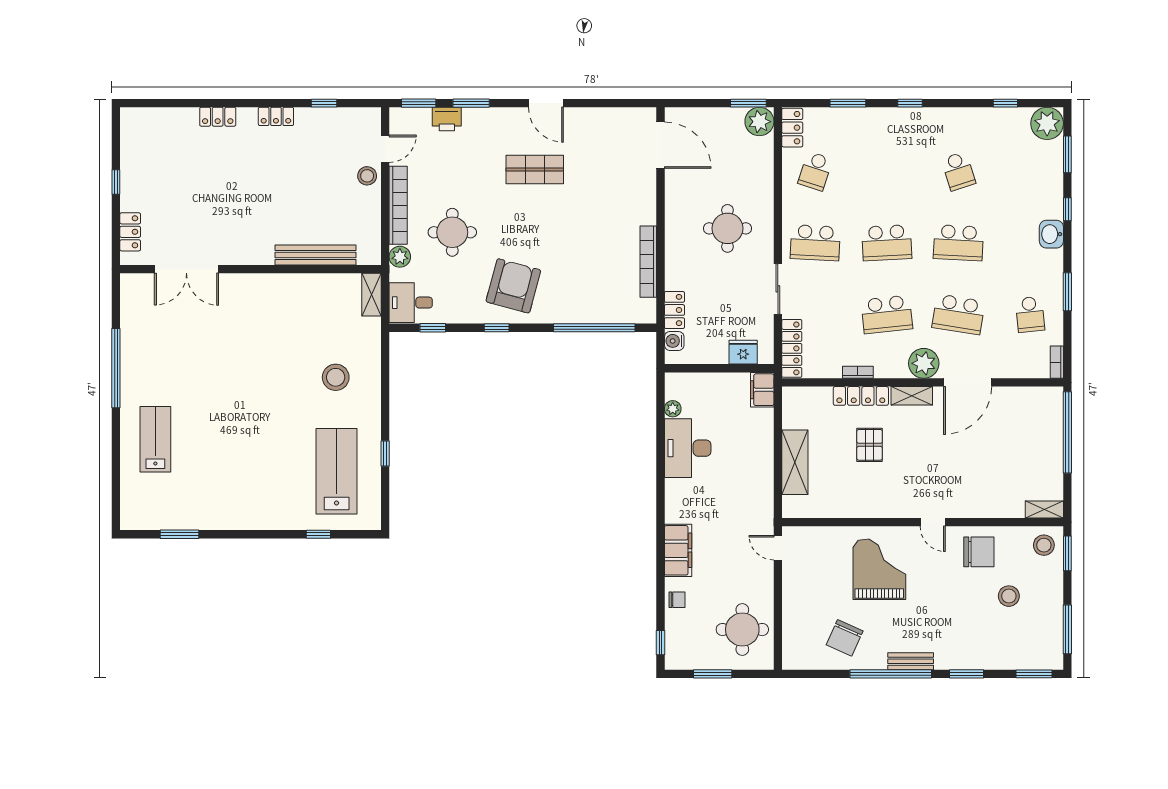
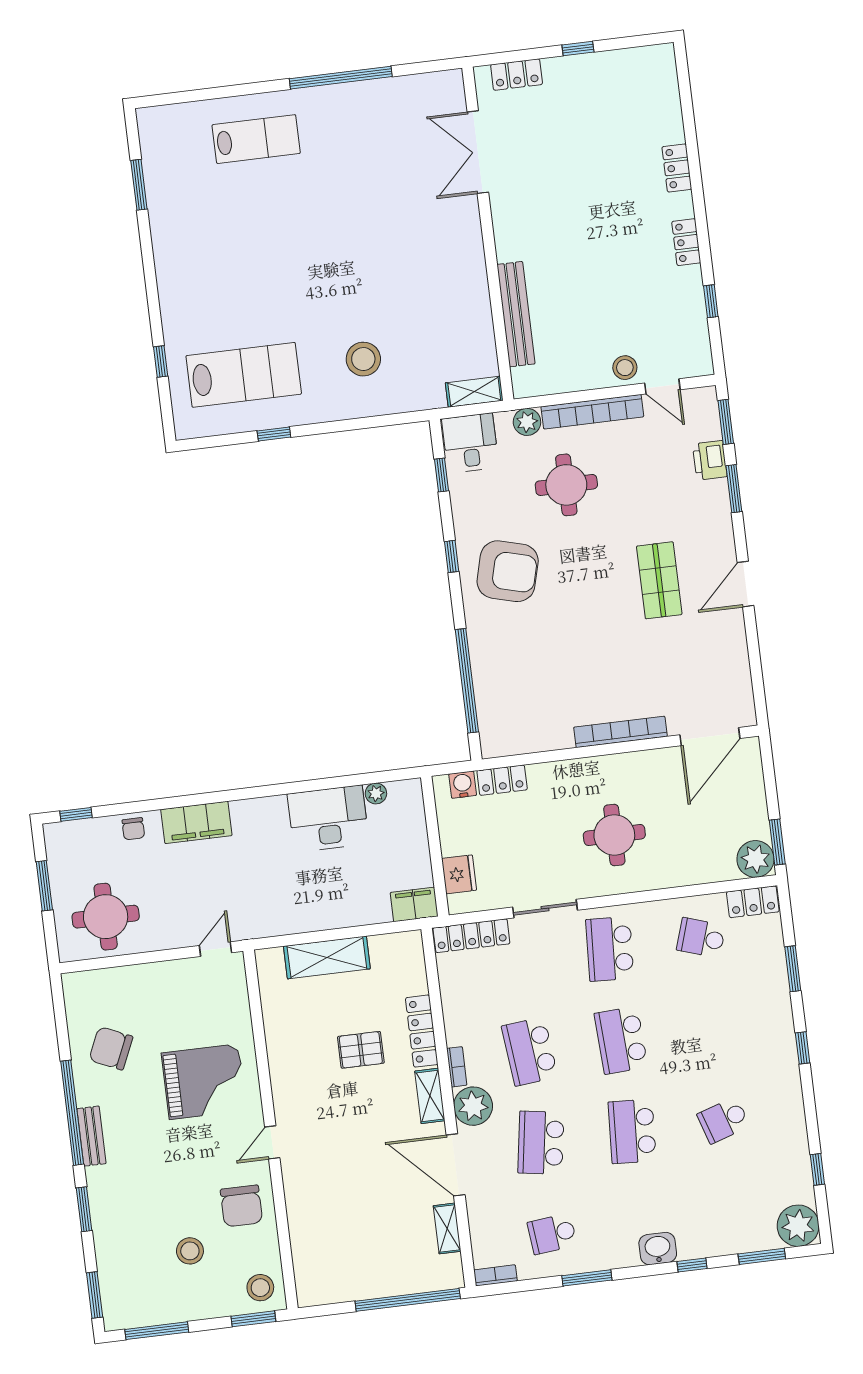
bookcase: (648, 262) -> (620, 732), moved
bookcase: (858, 372) -> (457, 1067), moved
shelving: (1044, 510) -> (447, 1228), moved

